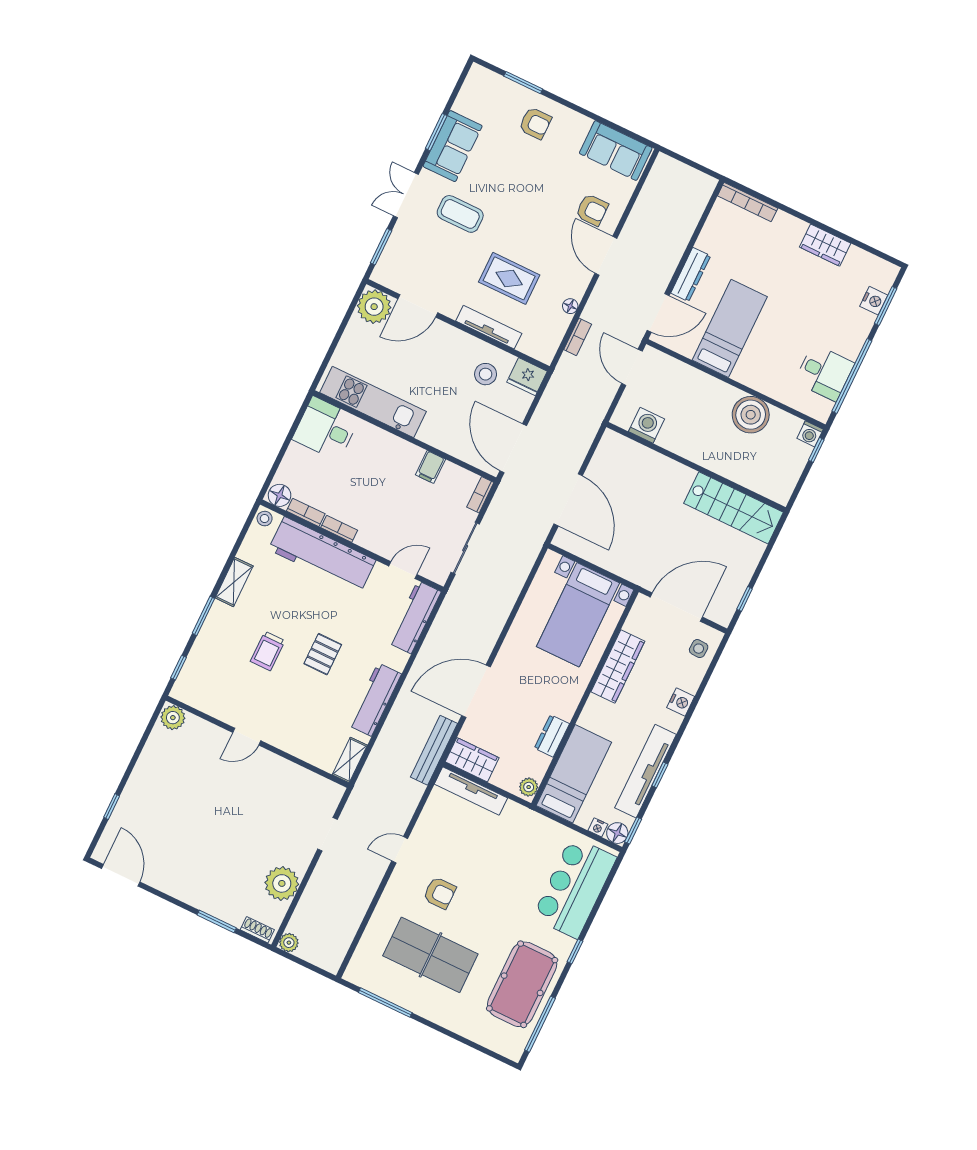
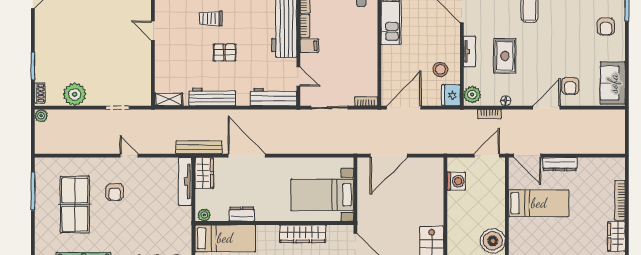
bookcase: (748, 202) -> (620, 200), moved
tv unit: (489, 327) -> (470, 51), width x0.71
plant: (540, 348) -> (472, 95), added
filing cabinet: (430, 467) -> (309, 46), moved, turned 180

